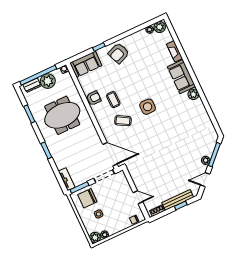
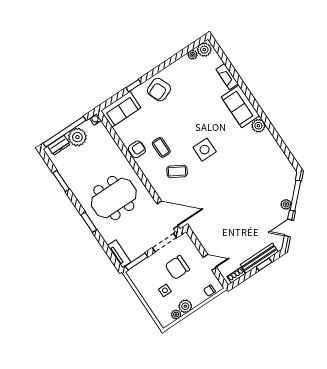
meeting table: (62, 115) -> (114, 198), moved
chair: (87, 198) -> (177, 267), moved
plant: (95, 238) -> (185, 306), moved

